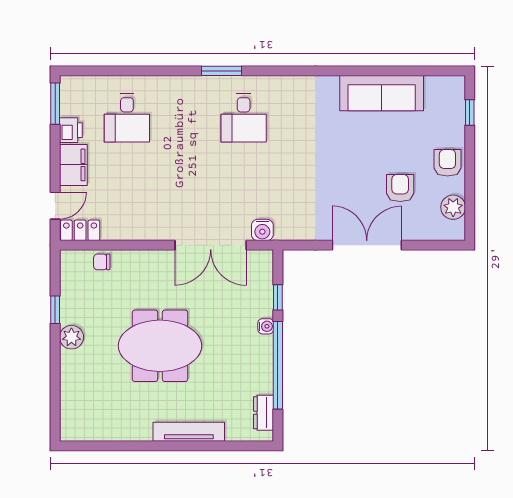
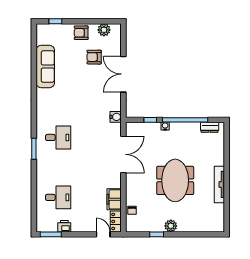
filing cabinet: (73, 165) -> (114, 199), moved, turned -90
water cooler: (262, 230) -> (116, 117), moved
tv unit: (189, 432) -> (219, 184), moved

